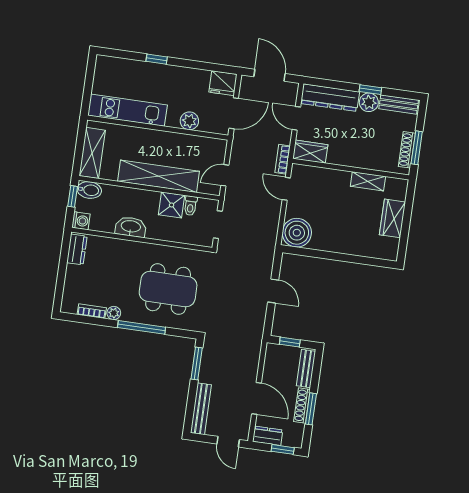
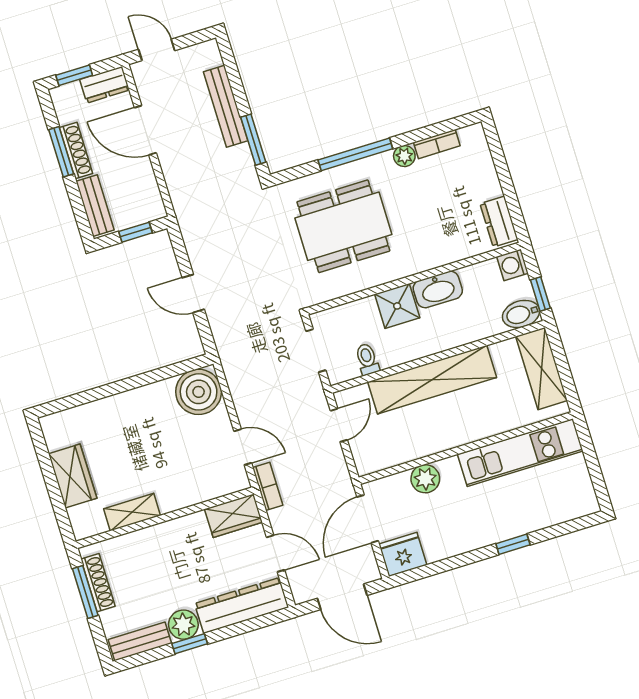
shower: (172, 205) -> (397, 306), moved
bench: (201, 409) -> (226, 106), moved

